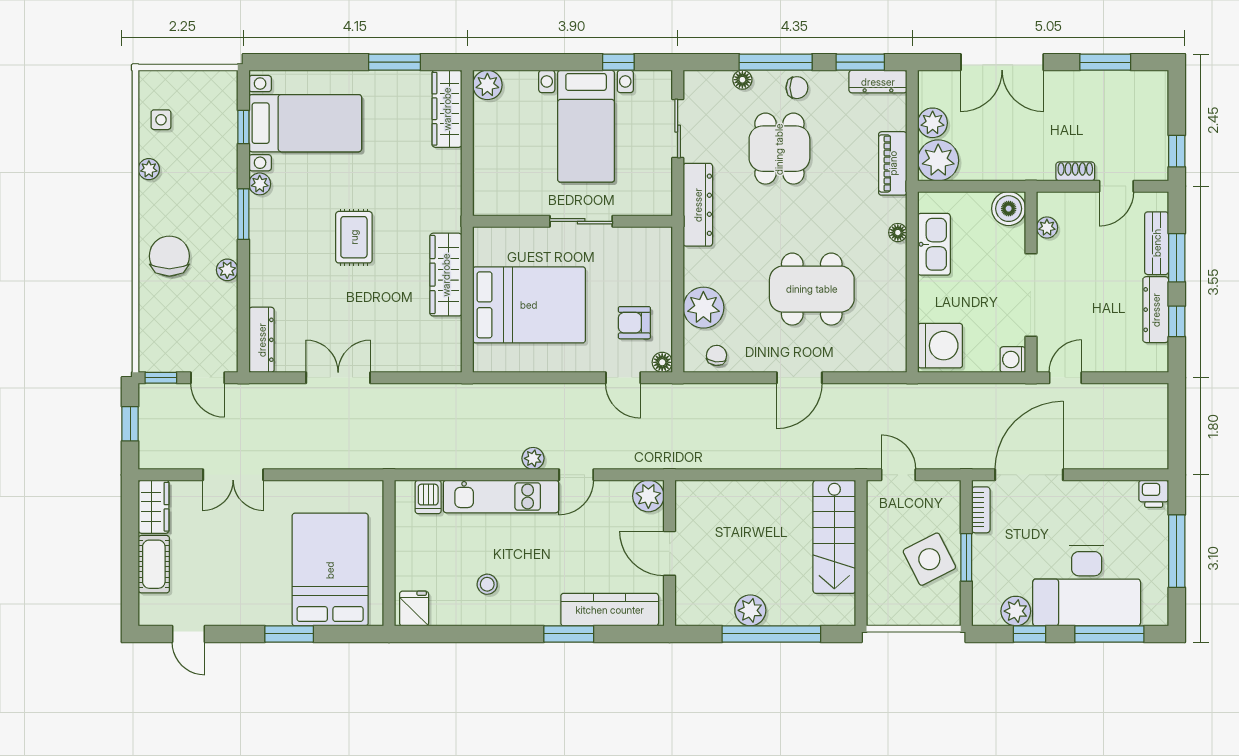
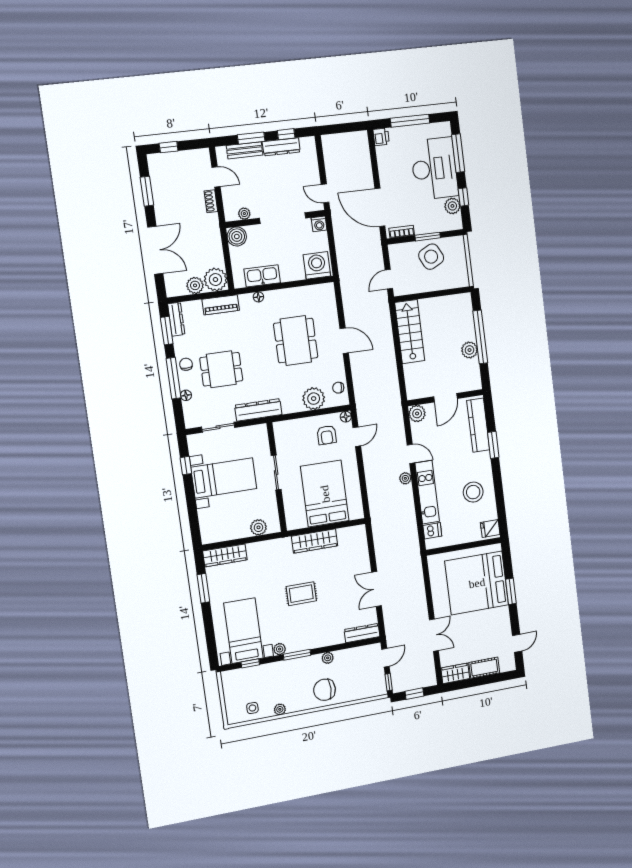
plant: (487, 85) -> (258, 527), moved
window: (1177, 151) -> (169, 147), moved
stairs: (834, 537) -> (410, 332), moved, turned -90
bed: (330, 570) -> (477, 583), width x1.36
stool: (487, 584) -> (473, 492), width x1.89, depth x1.89

